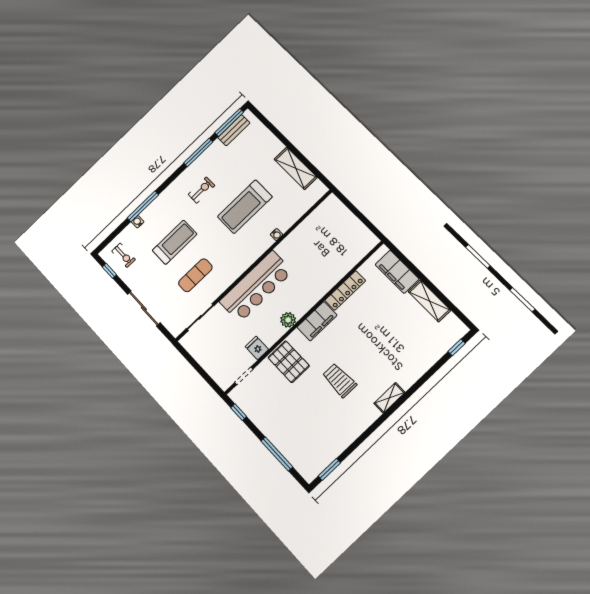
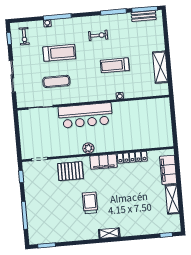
treadmill: (245, 207) -> (115, 65), width x0.73, depth x0.73
fridge: (257, 348) -> (59, 150), removed
pallet: (289, 362) -> (70, 171), turned 90

